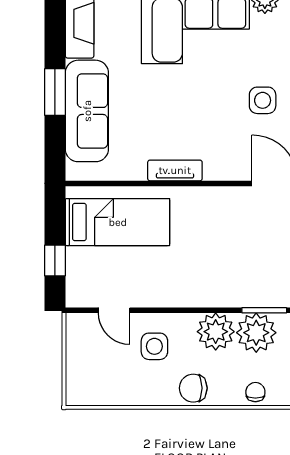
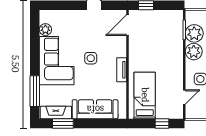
window: (55, 92) -> (63, 123), moved
side table: (263, 100) -> (91, 58), moved

